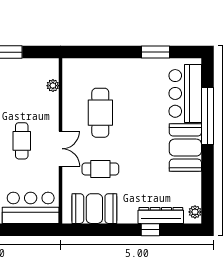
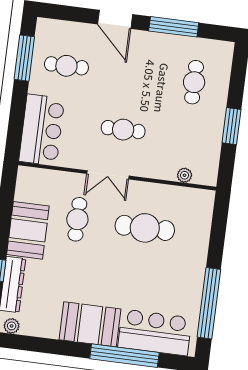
window: (156, 52) -> (209, 303), width x2.11
booth: (94, 209) -> (28, 230), moved

